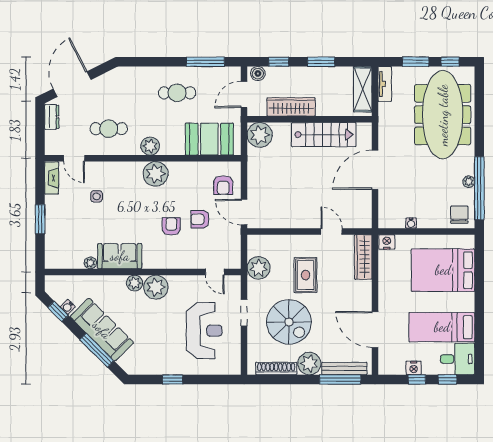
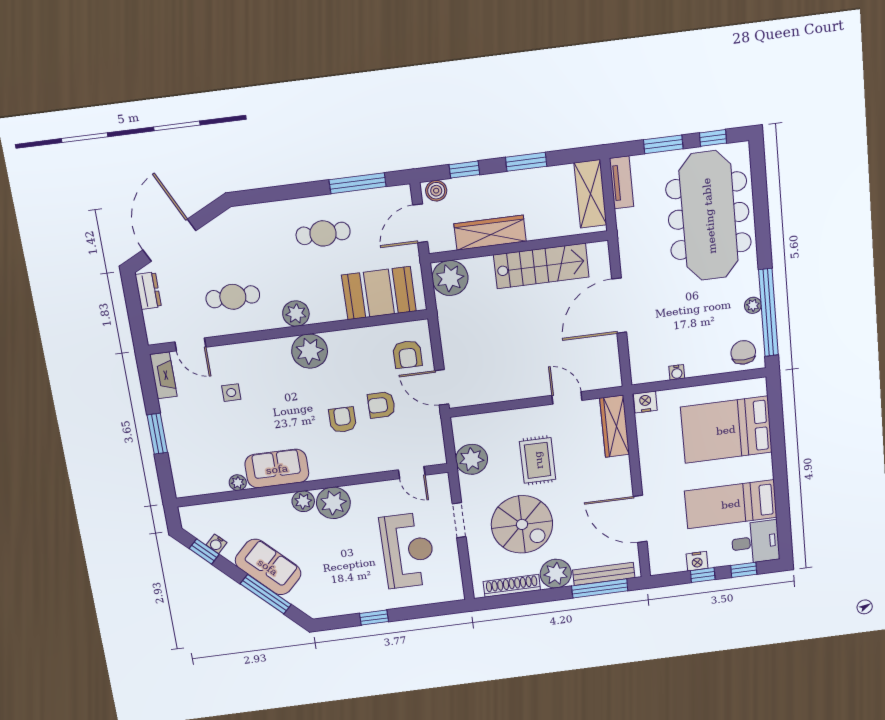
sofa: (102, 330) -> (268, 567), width x0.73

